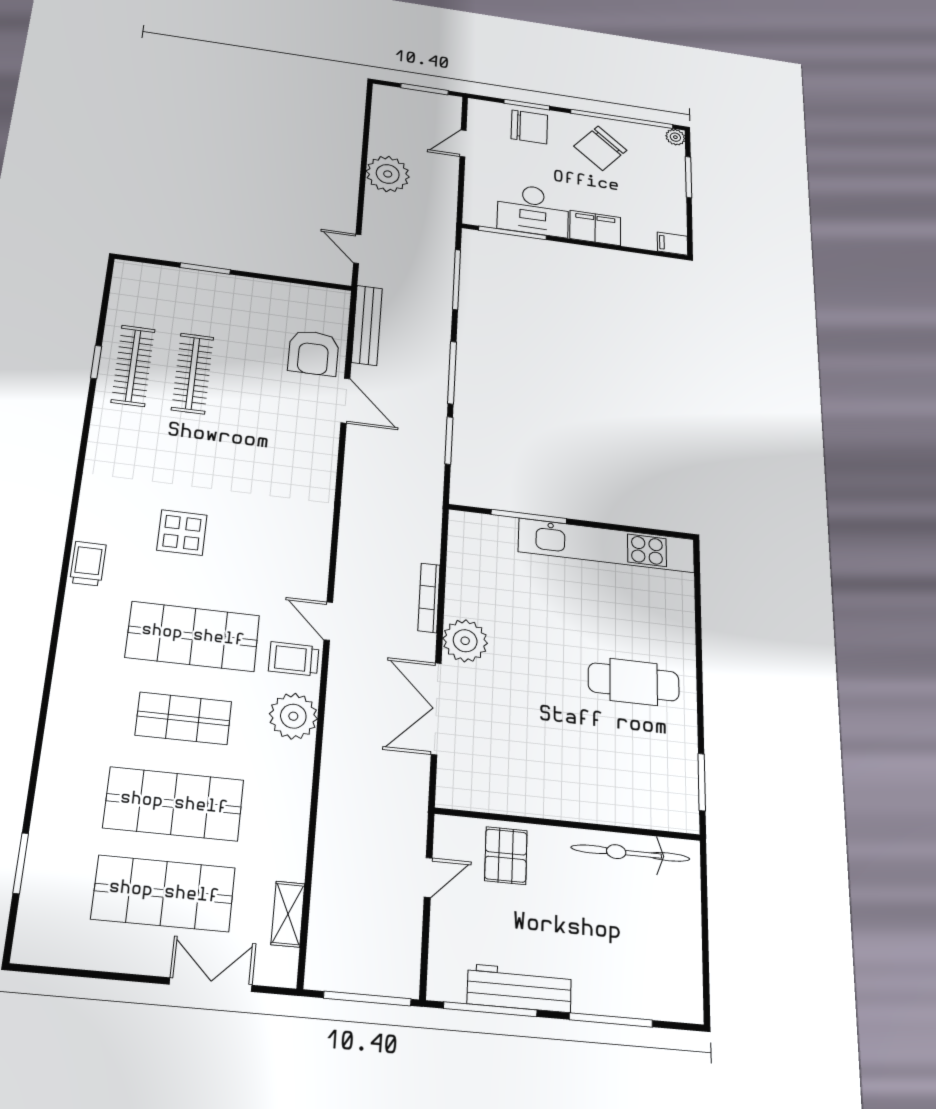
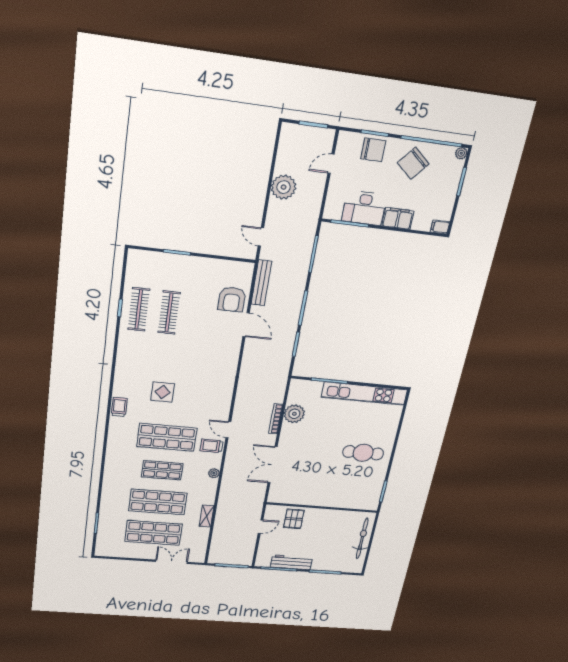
plant: (465, 641) -> (294, 414), moved
plant: (293, 716) -> (214, 473), width x0.53, depth x0.53
bicycle: (630, 853) -> (362, 538), moved, turned 90
shelving: (288, 914) -> (207, 516), moved

